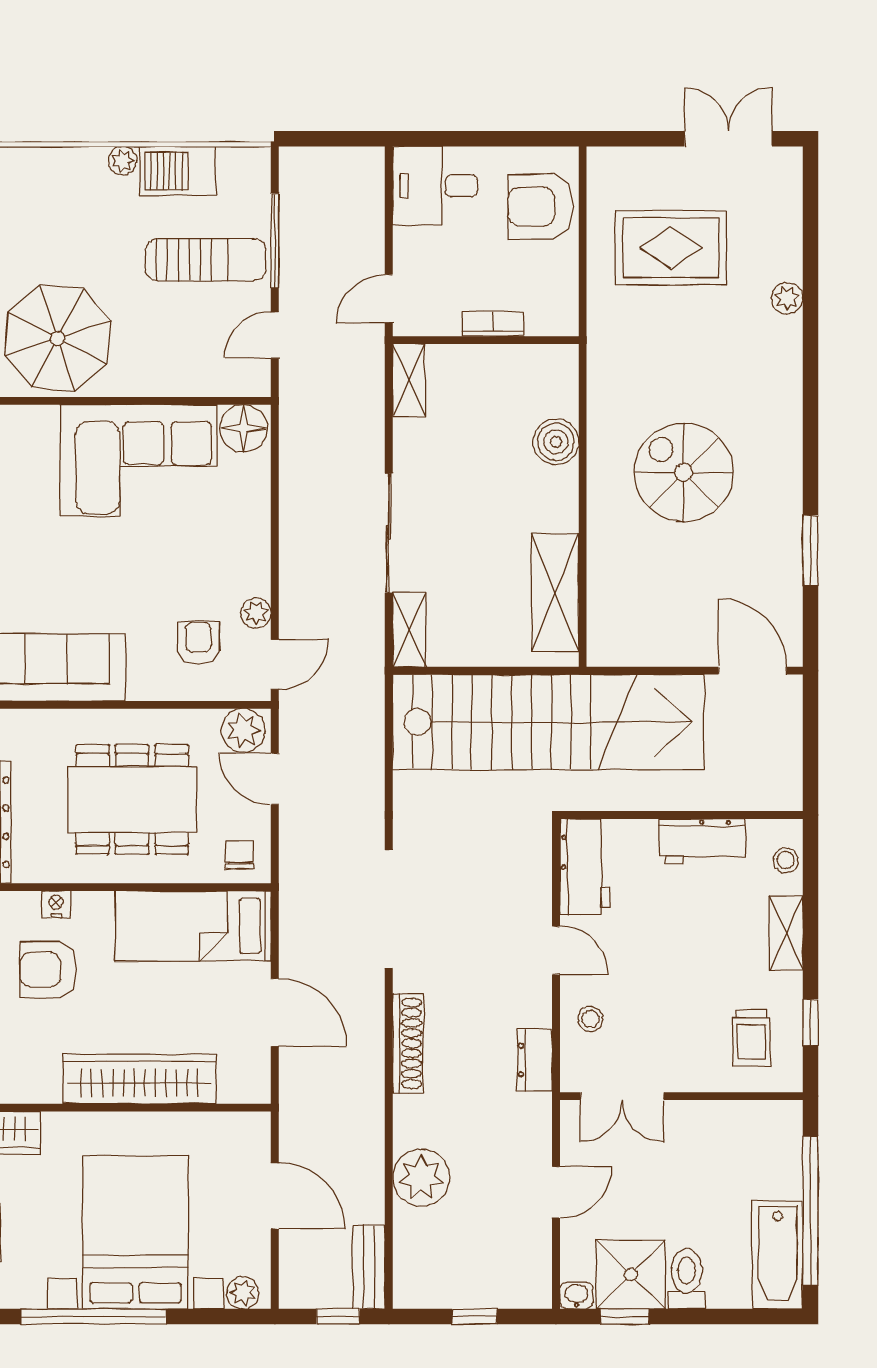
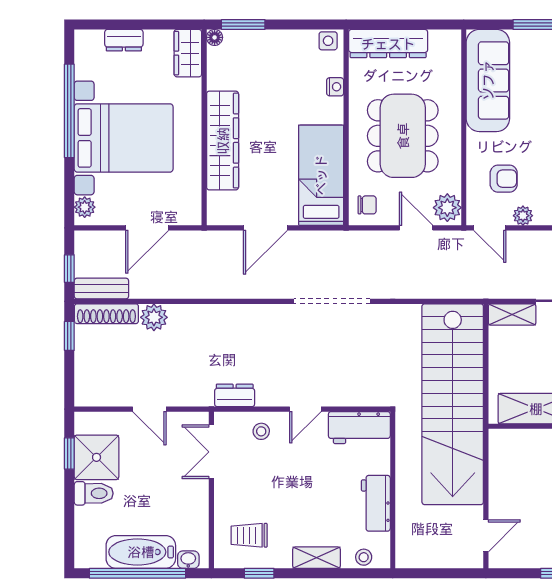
door: (753, 671) -> (486, 536), width x0.73
door: (275, 779) -> (416, 228), hinge flipped
armchair: (48, 970) -> (293, 82), removed
shoe rack: (408, 1043) -> (106, 314), moved
plant: (421, 1178) -> (154, 317), width x0.73, depth x0.73
bathtub: (778, 1255) -> (141, 552), moved
washbasin: (576, 1295) -> (188, 560), moved, turned -90
window: (475, 1317) -> (69, 336), moved

